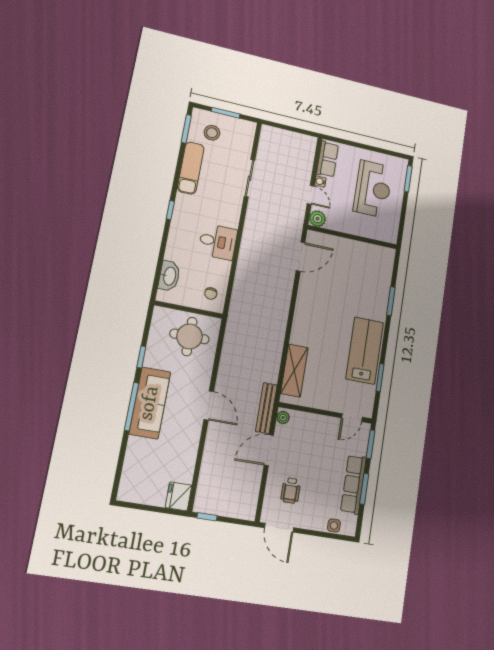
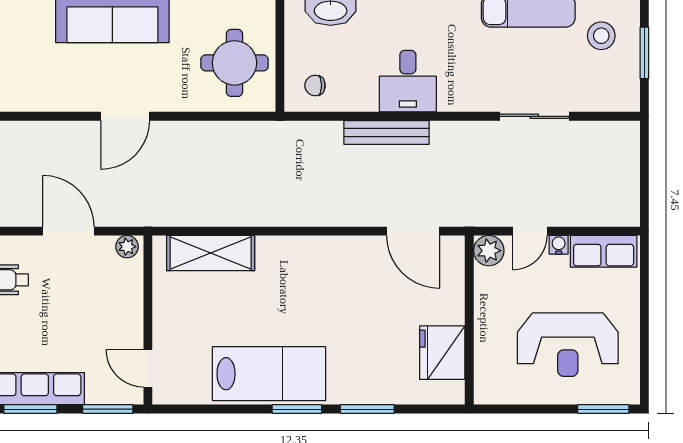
fridge: (367, 255) -> (442, 353), added
window: (380, 377) -> (297, 409), moved
bench: (266, 408) -> (386, 133), moved

